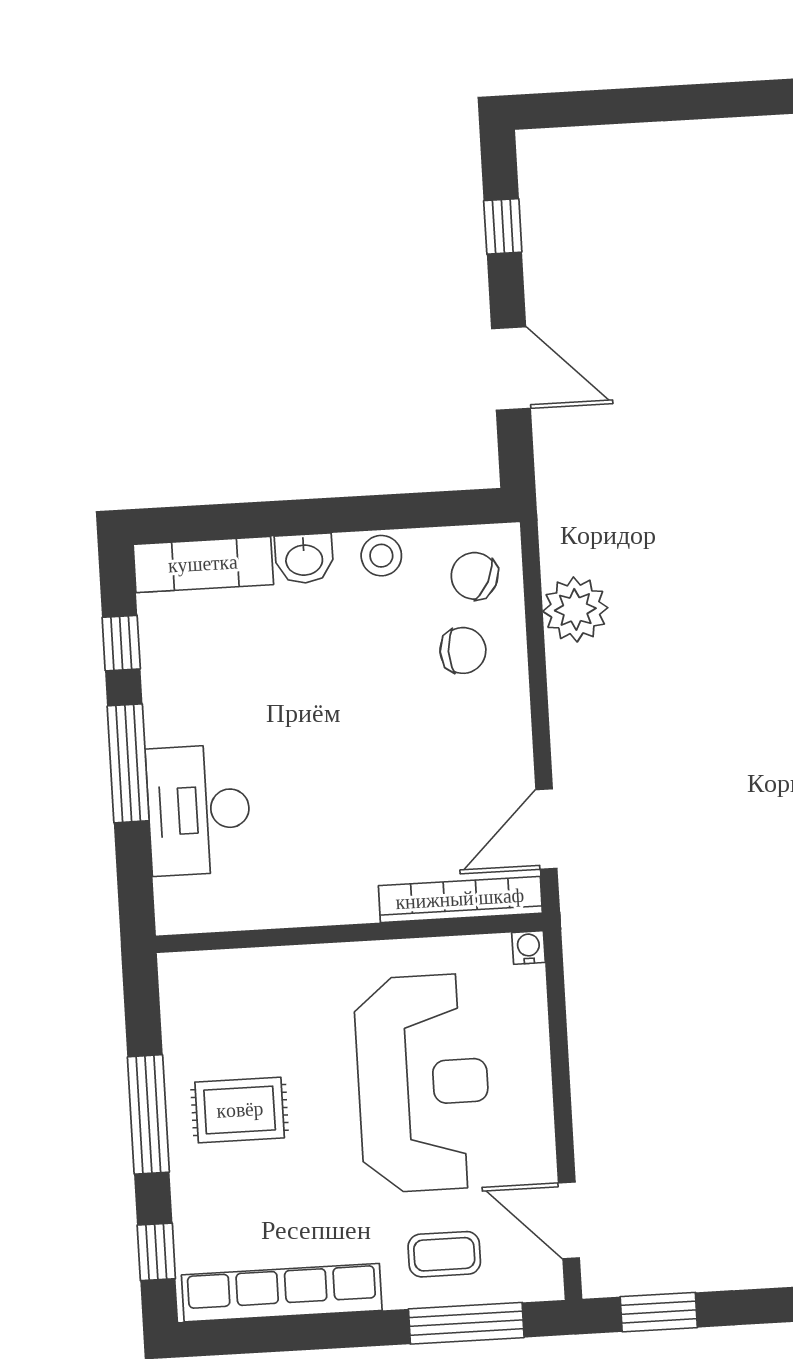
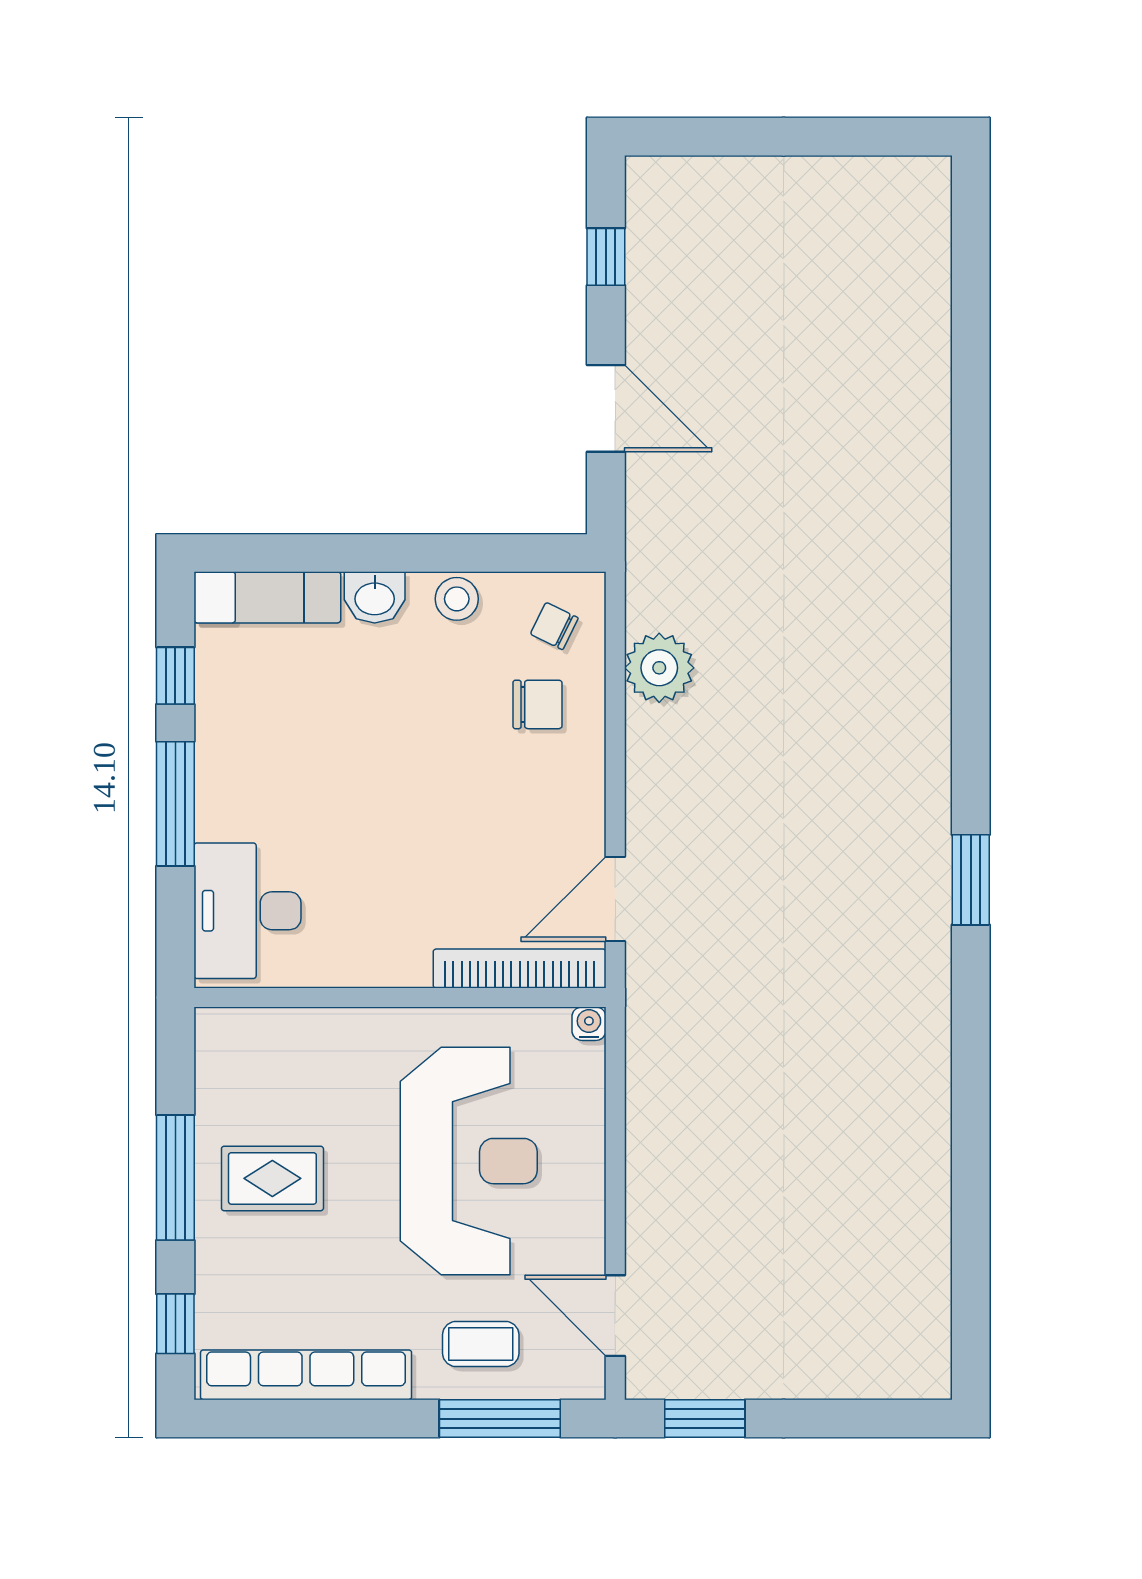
chair: (474, 576) -> (554, 626), width x0.73, depth x0.73
desk: (199, 810) -> (247, 911), moved

